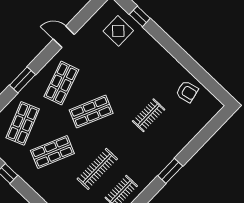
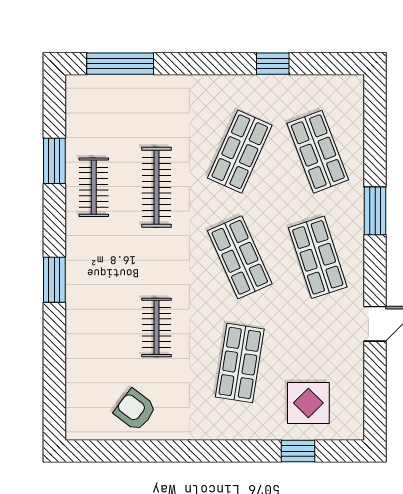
shop shelf: (130, 71) -> (240, 363), added
armchair: (187, 92) -> (135, 410), turned 50
shop shelf: (91, 112) -> (240, 257), turned -48

